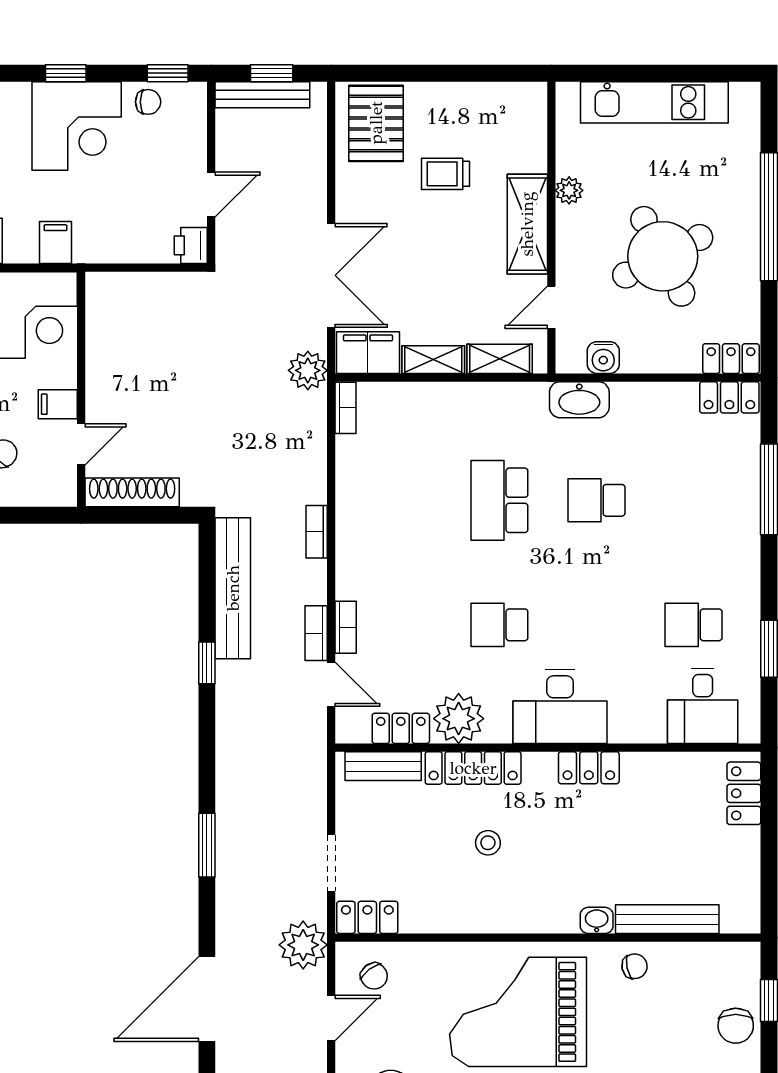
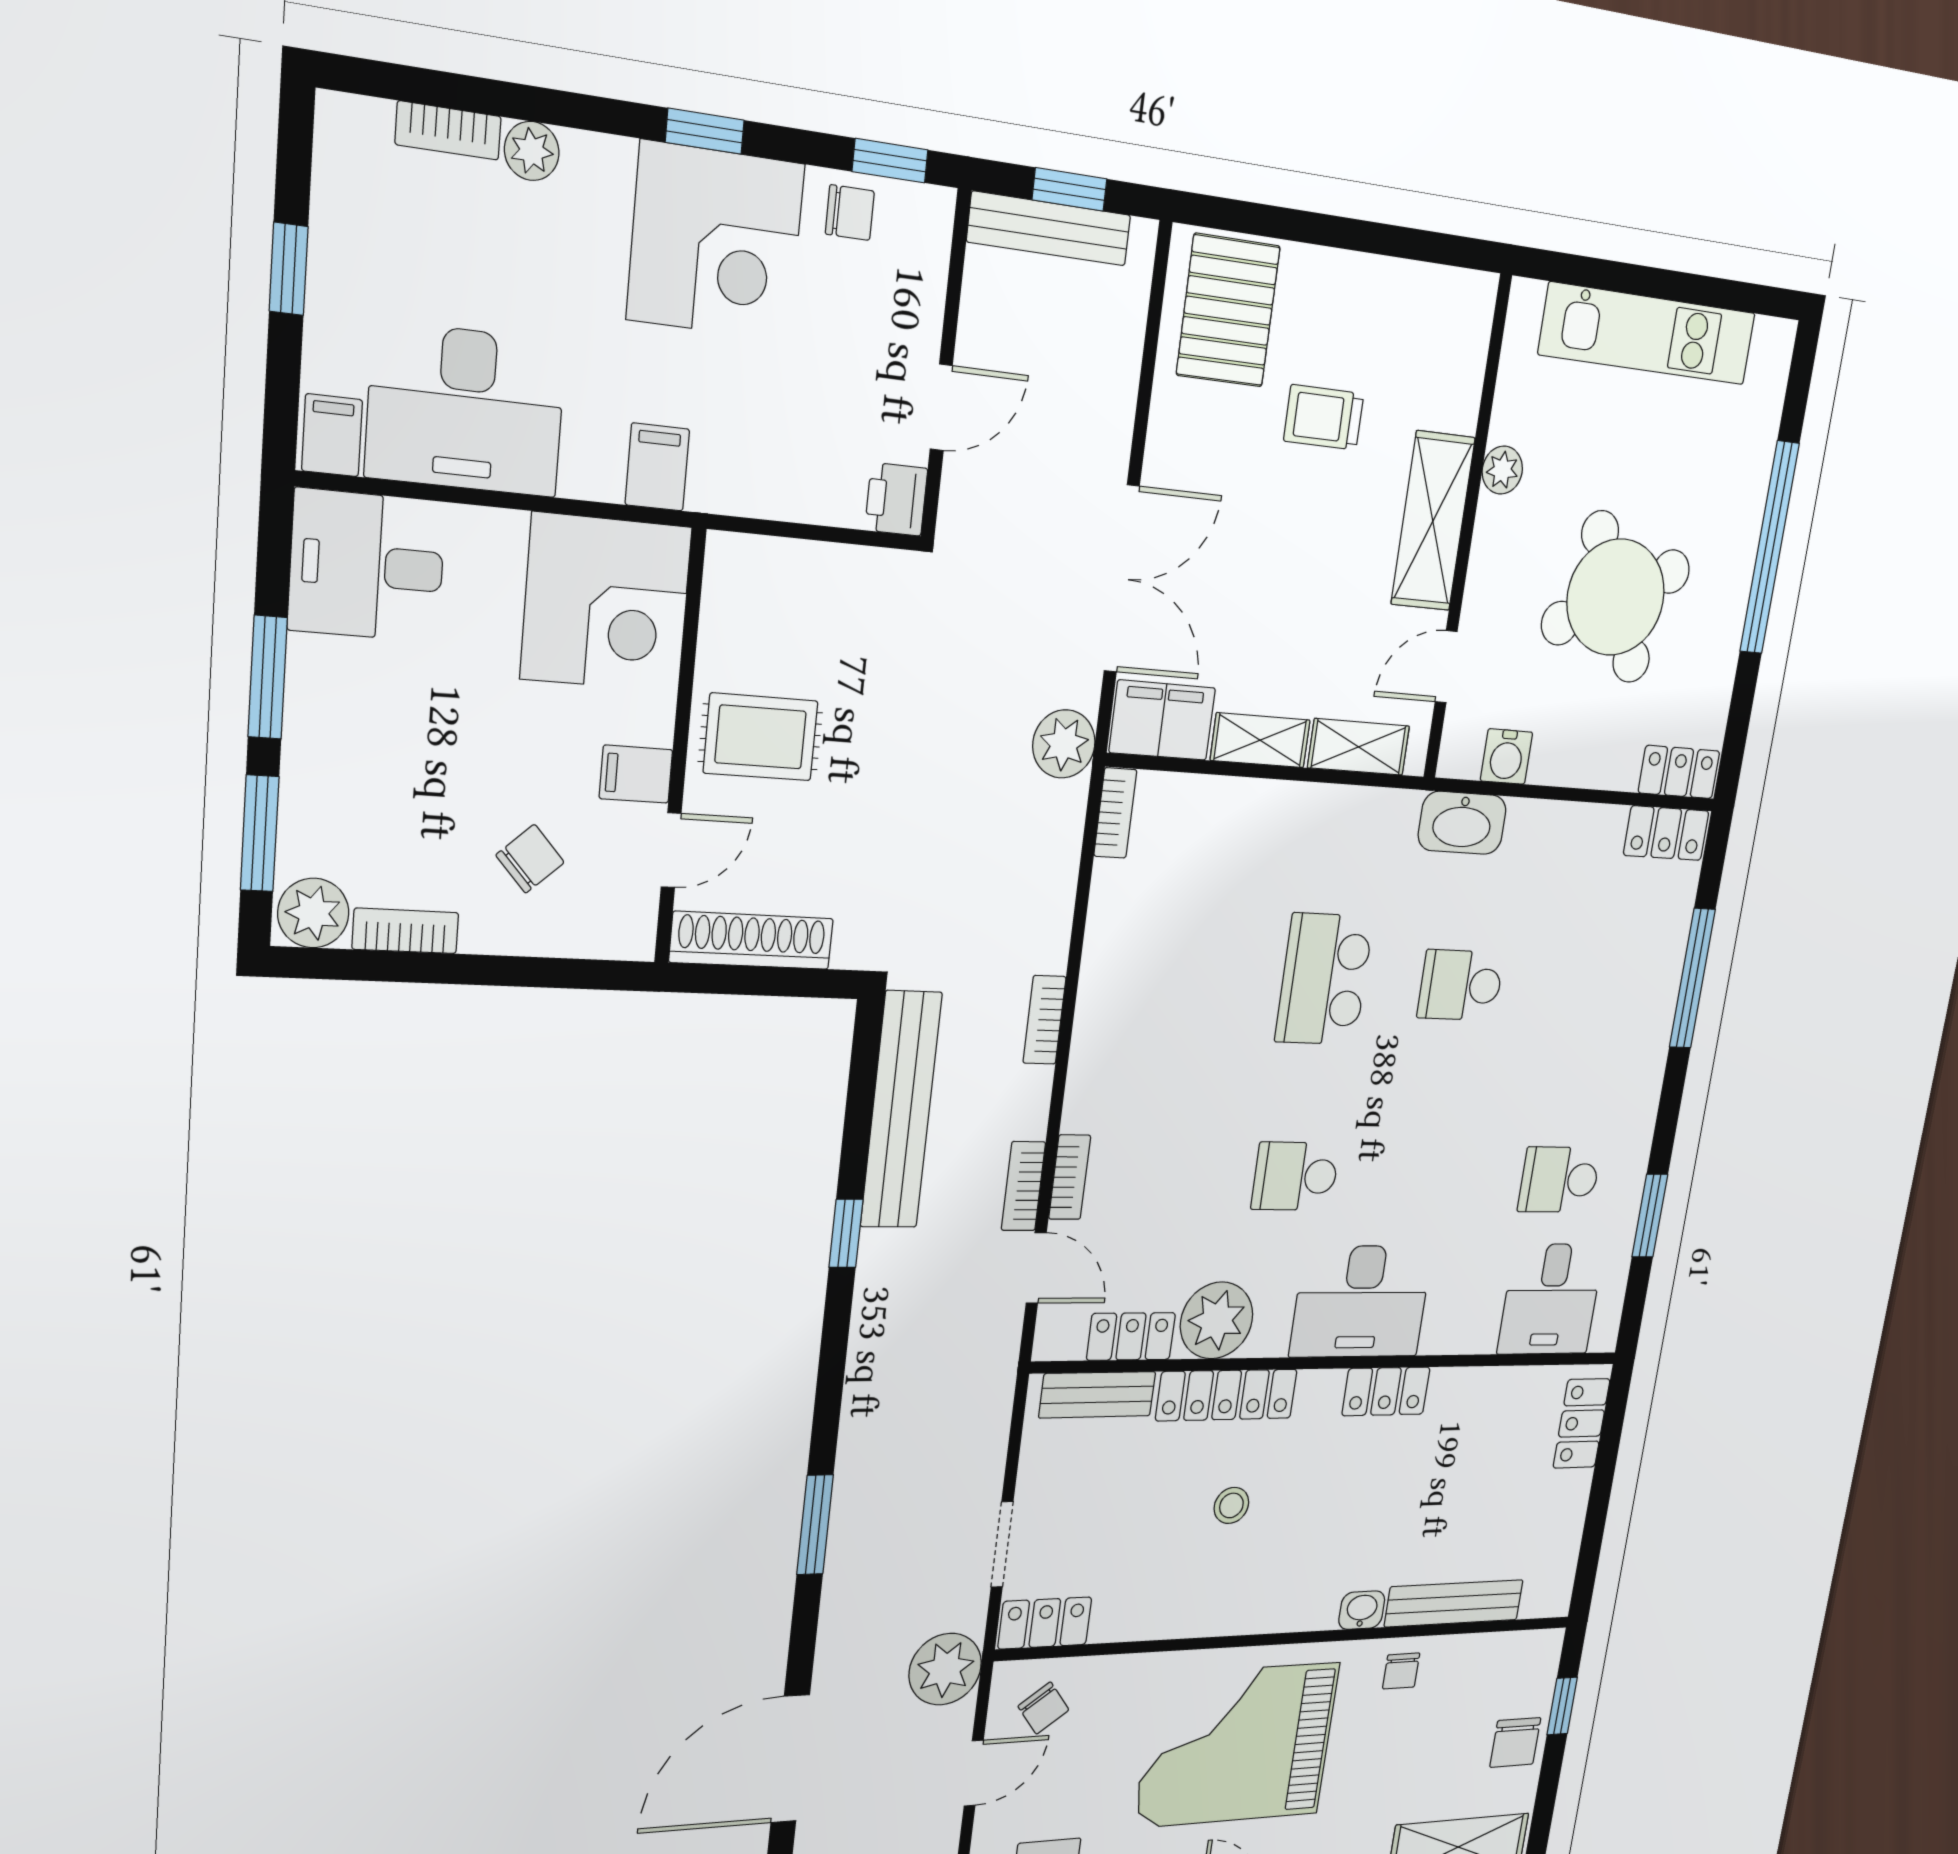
rug: (126, 379) -> (761, 737), added
chair: (635, 966) -> (1401, 1671), turned 102

